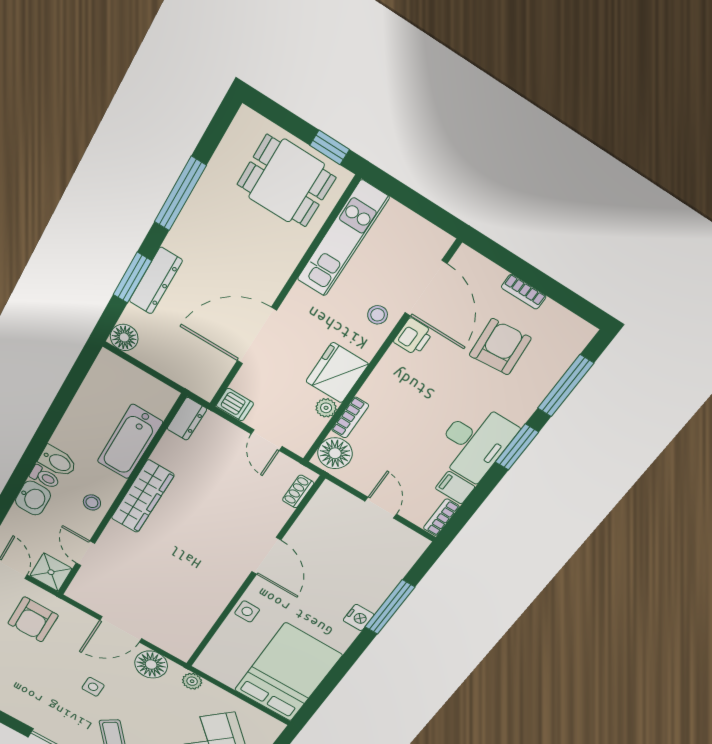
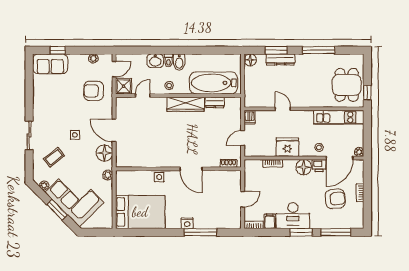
door: (257, 336) -> (283, 109), width x0.53
plant: (326, 408) -> (359, 152), moved
dresser: (187, 419) -> (215, 102), moved
bathtub: (130, 442) -> (213, 83), width x1.36, depth x1.36
floor lamp: (335, 453) -> (304, 167), moved
door: (266, 556) -> (191, 169), hinge flipped

